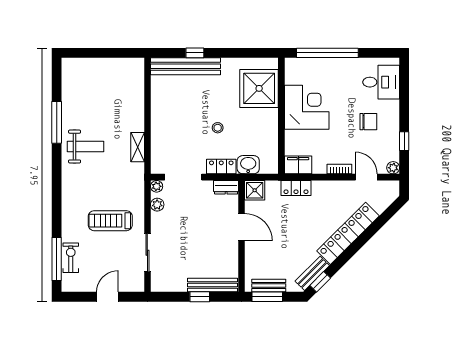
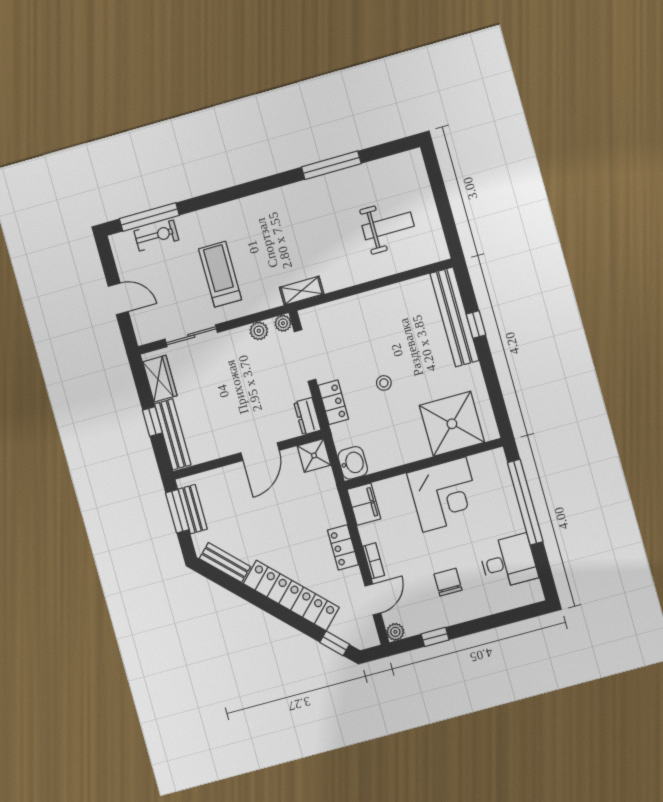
desk: (381, 82) -> (508, 562), moved, turned -90
chair: (368, 122) -> (448, 582), turned 180
weight bench: (85, 147) -> (388, 226), moved, turned -90
shelving: (138, 147) -> (302, 291), moved
washbasin: (248, 165) -> (353, 463), moved
locker: (296, 188) -> (343, 547), moved
window: (320, 282) -> (335, 643), moved
wardrobe: (171, 283) -> (160, 379), added

